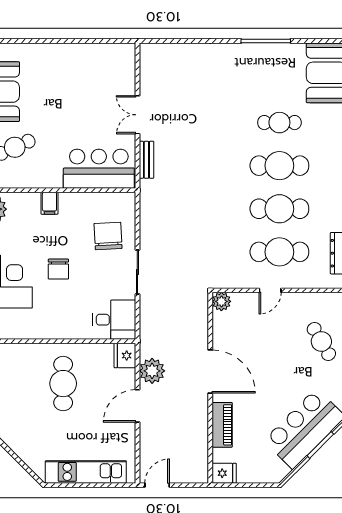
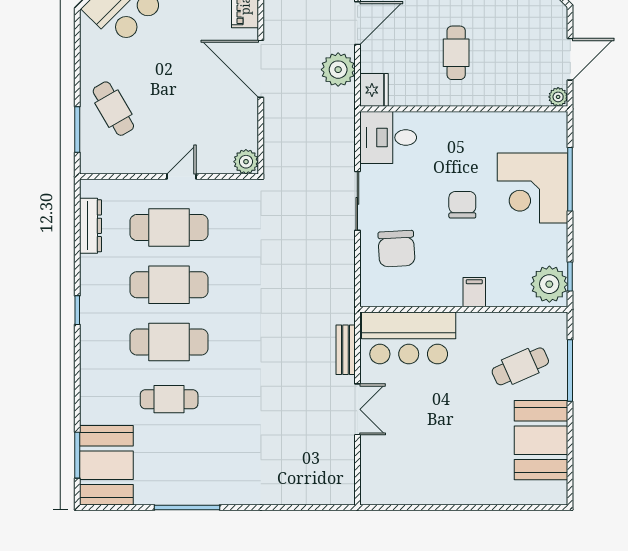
cafe table: (63, 384) -> (456, 53), width x0.73, depth x0.74

